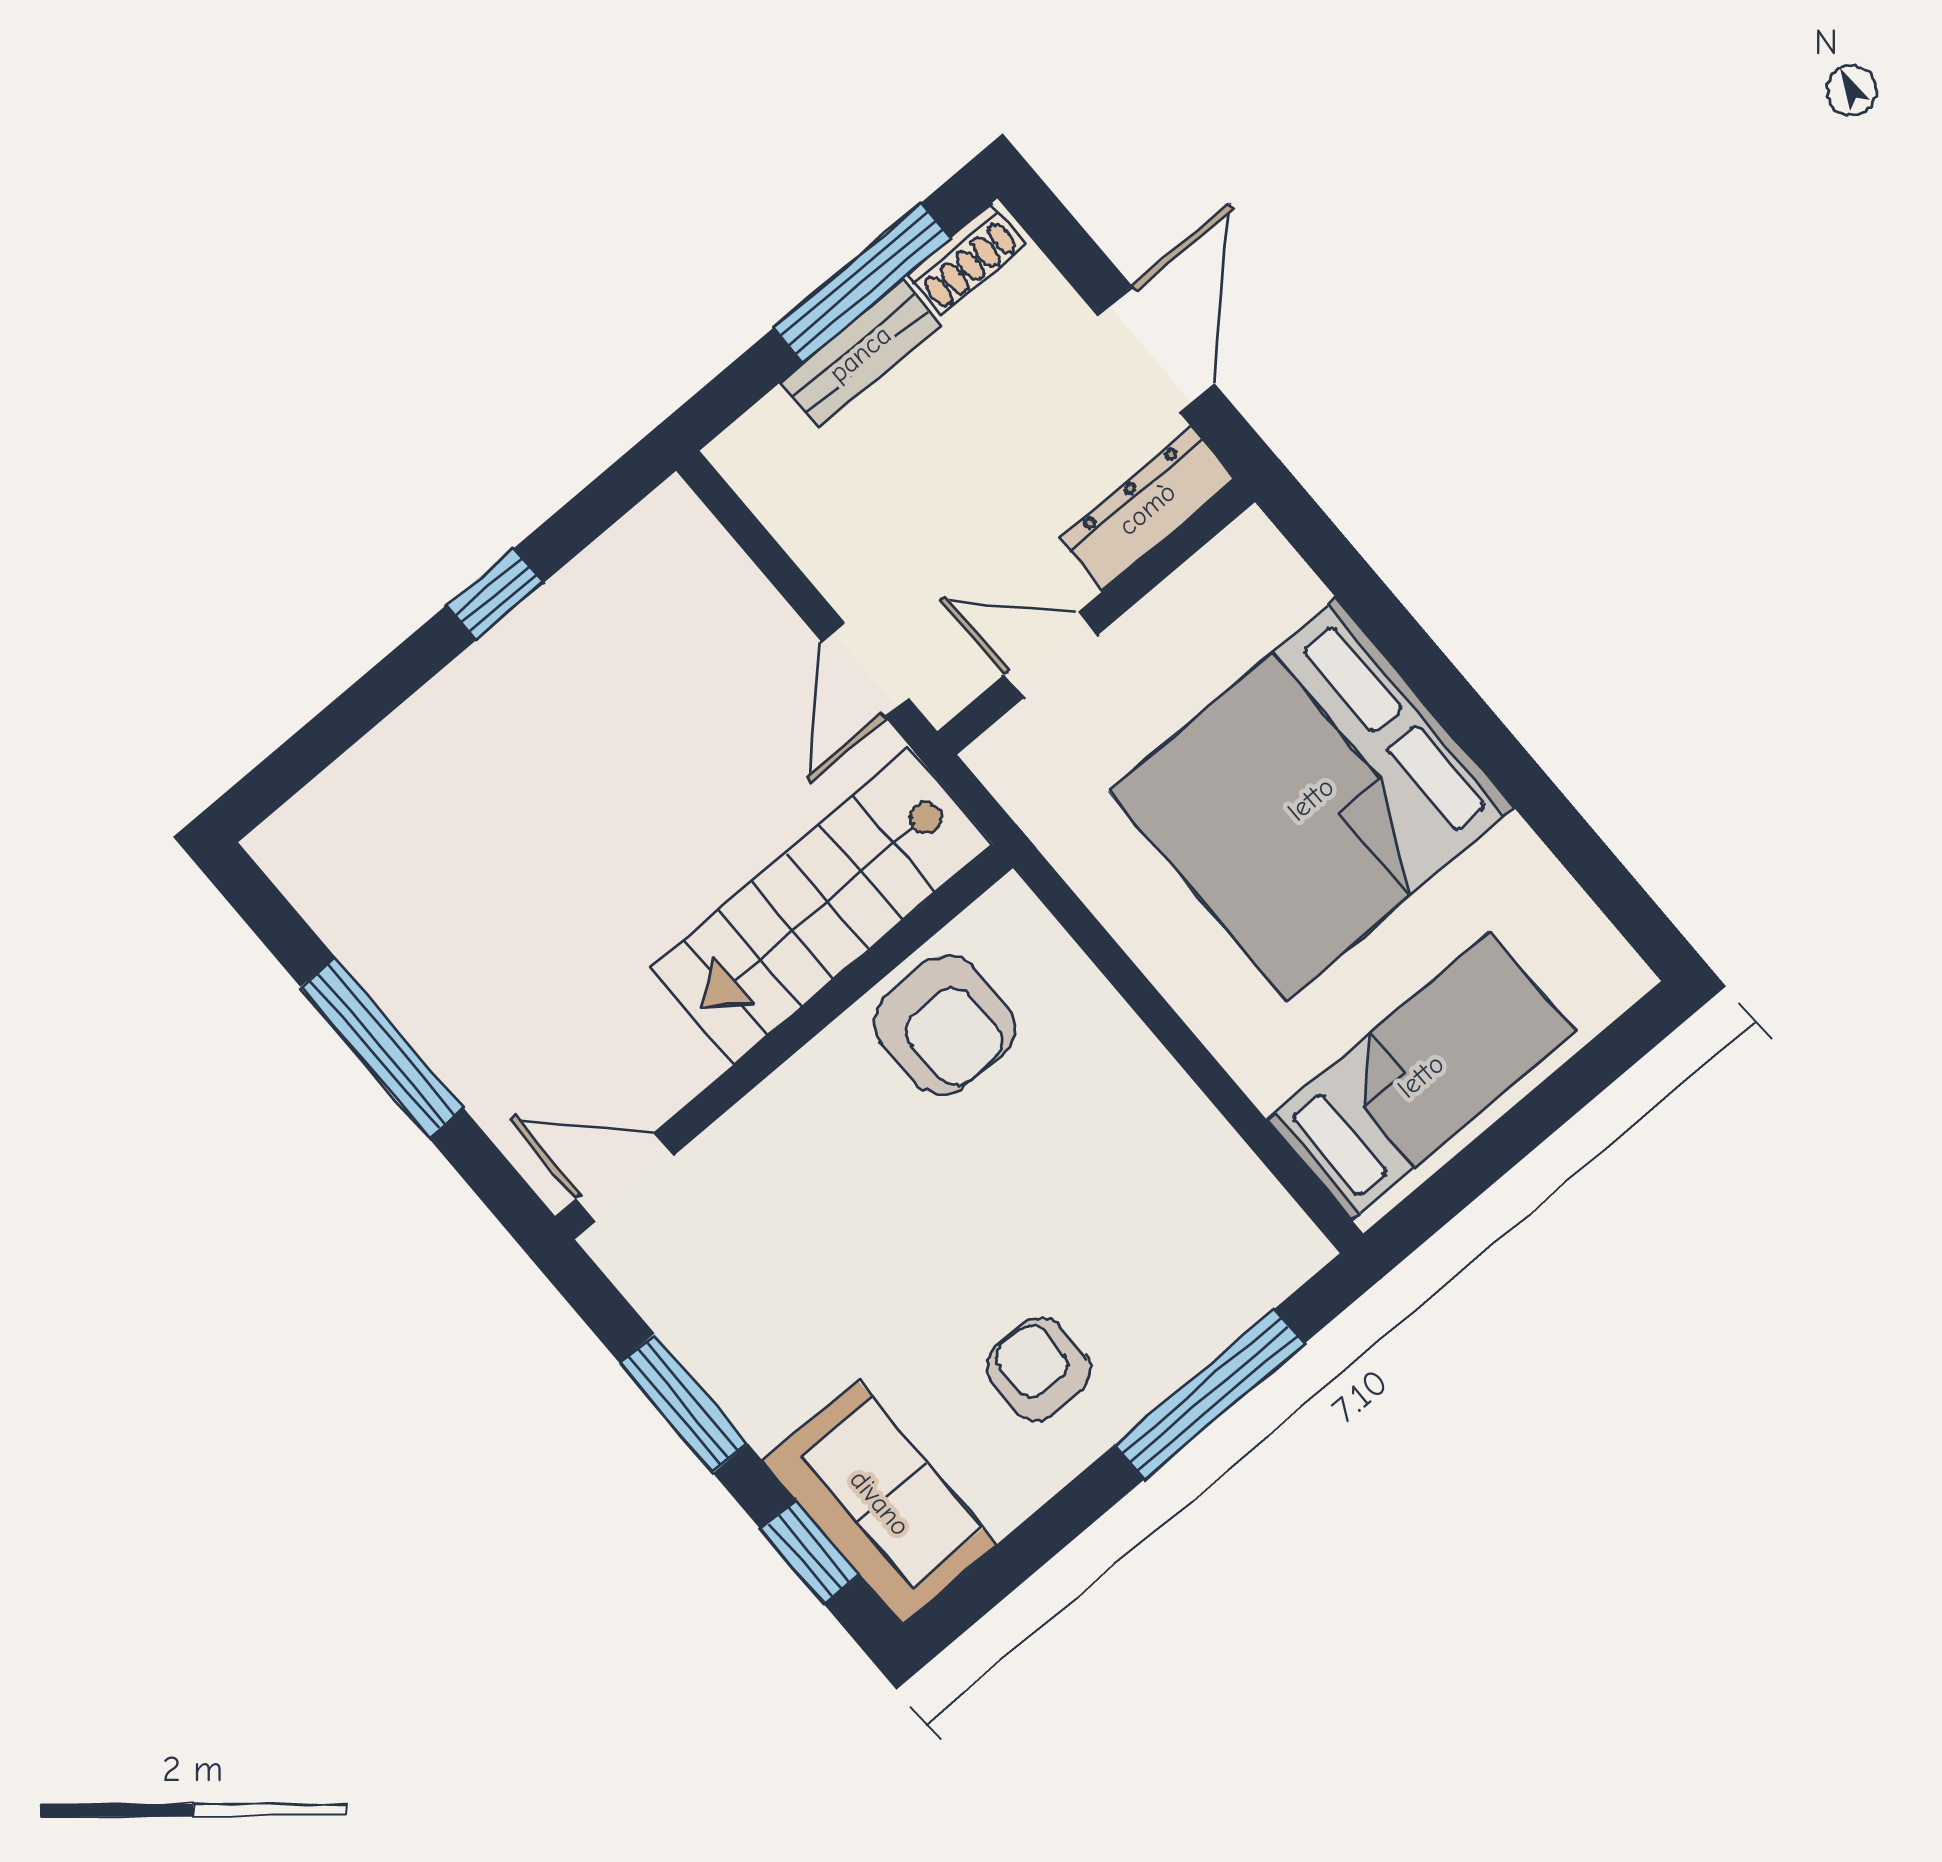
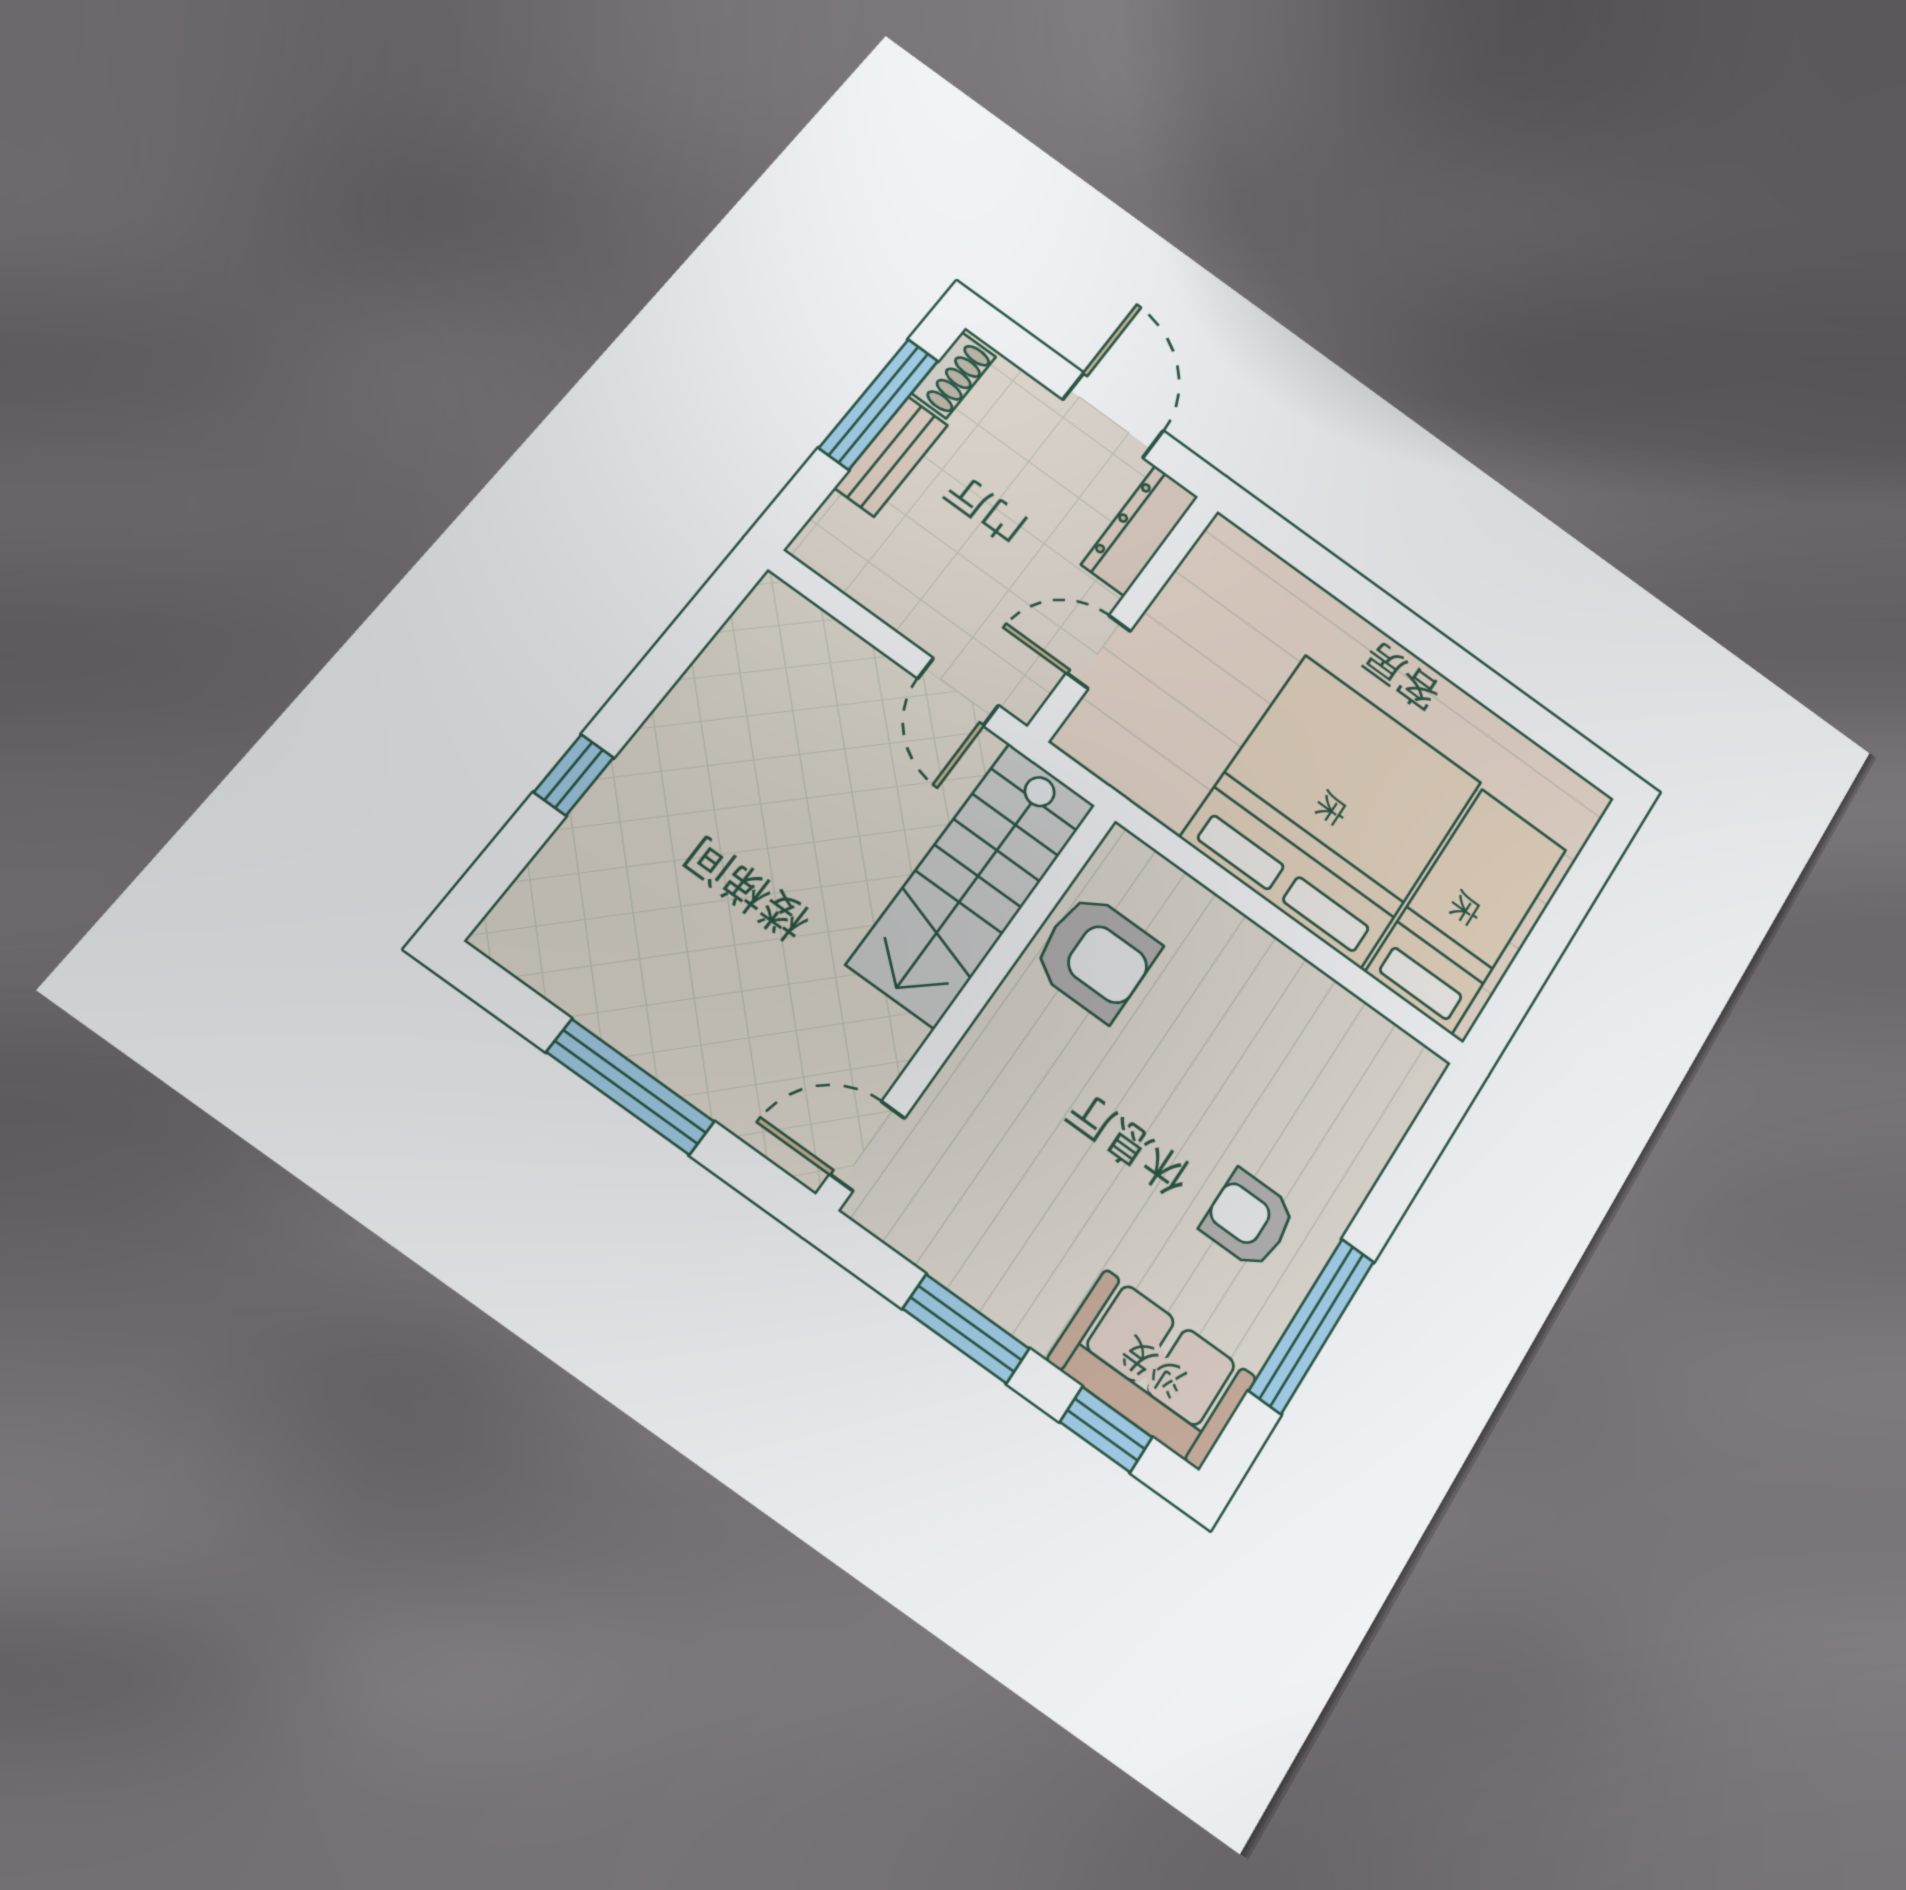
window: (495, 594) -> (574, 775), moved
bed: (1311, 799) -> (1333, 810), moved, turned 180
window: (1209, 1394) -> (1312, 1326), moved

